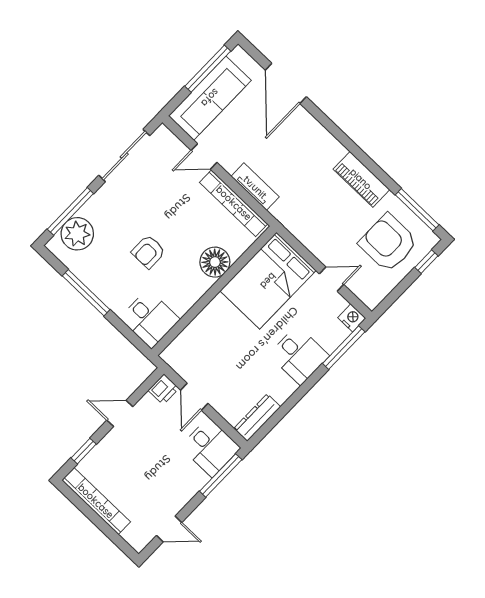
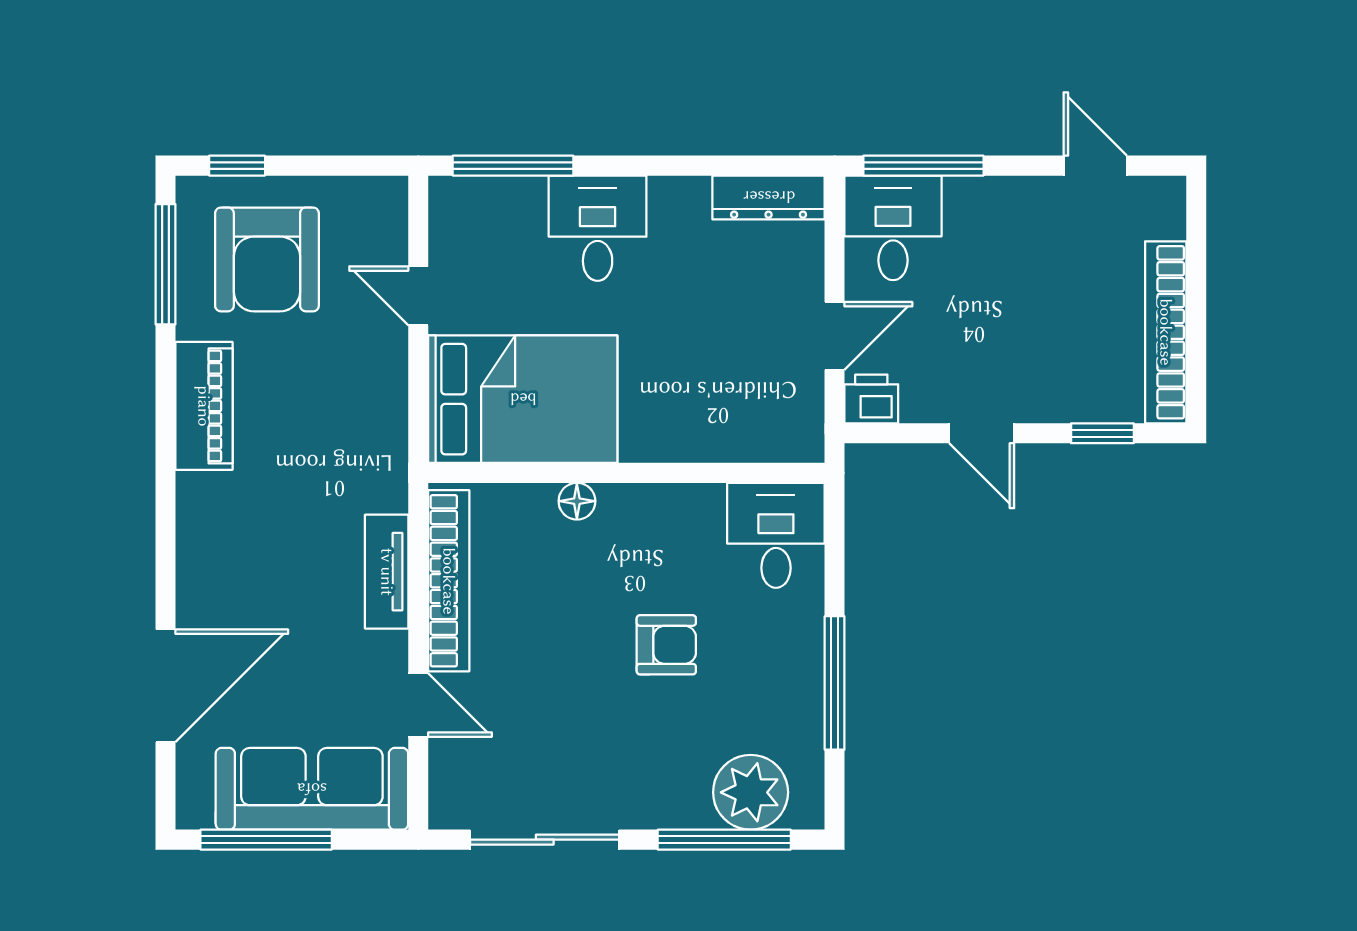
floor lamp: (215, 262) -> (577, 501), width x0.53, depth x0.53
nightstand: (352, 318) -> (451, 200), removed

